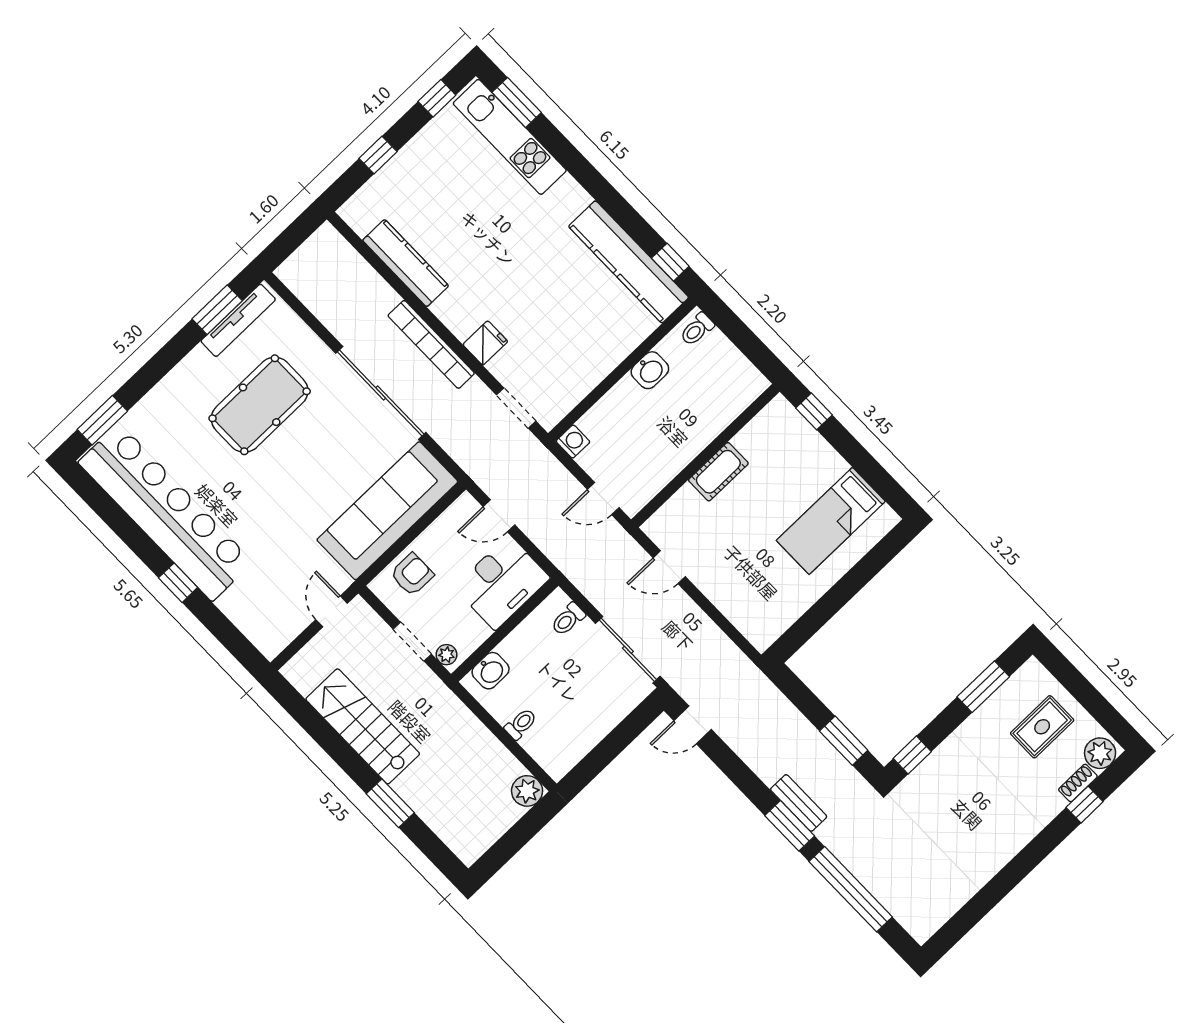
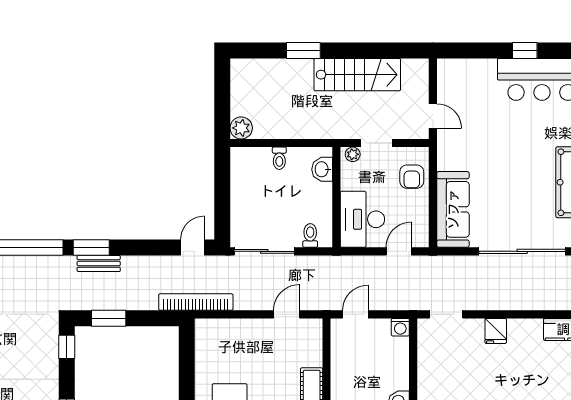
bookcase: (431, 344) -> (196, 302), moved
sofa: (387, 511) -> (453, 209), width x0.74, depth x0.79

